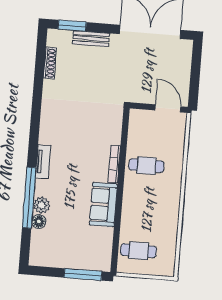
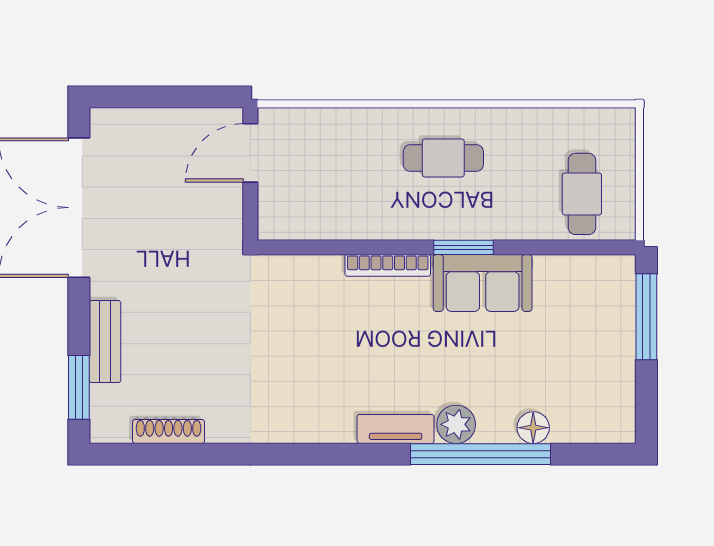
cafe table: (146, 166) -> (443, 158), moved, turned 90
window: (119, 198) -> (464, 247), added
plant: (42, 205) -> (456, 424), moved

